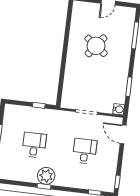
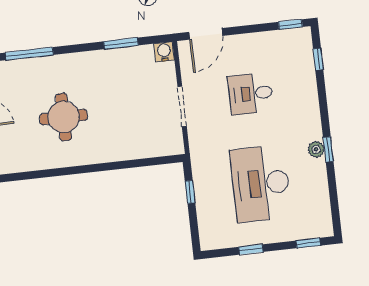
round table: (96, 46) -> (64, 117), turned -37
desk: (34, 145) -> (261, 184), width x1.87, depth x1.30
plant: (46, 176) -> (316, 149), width x0.53, depth x0.53

